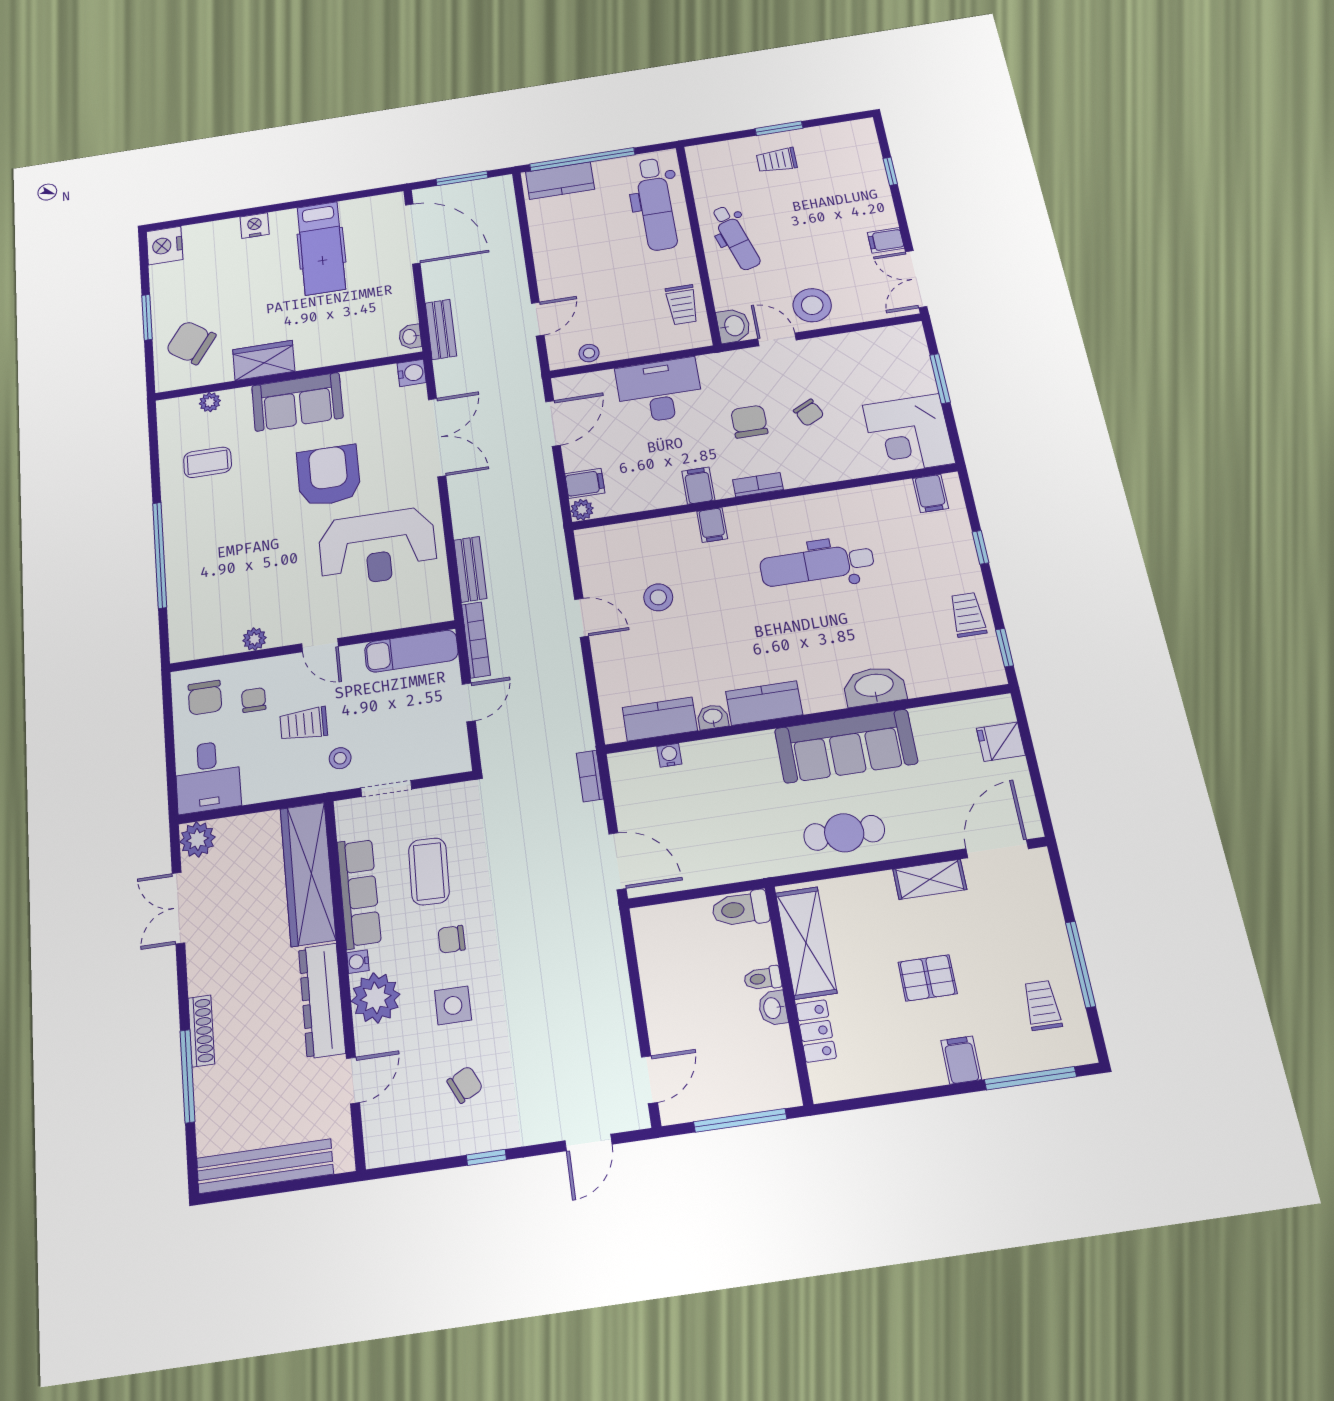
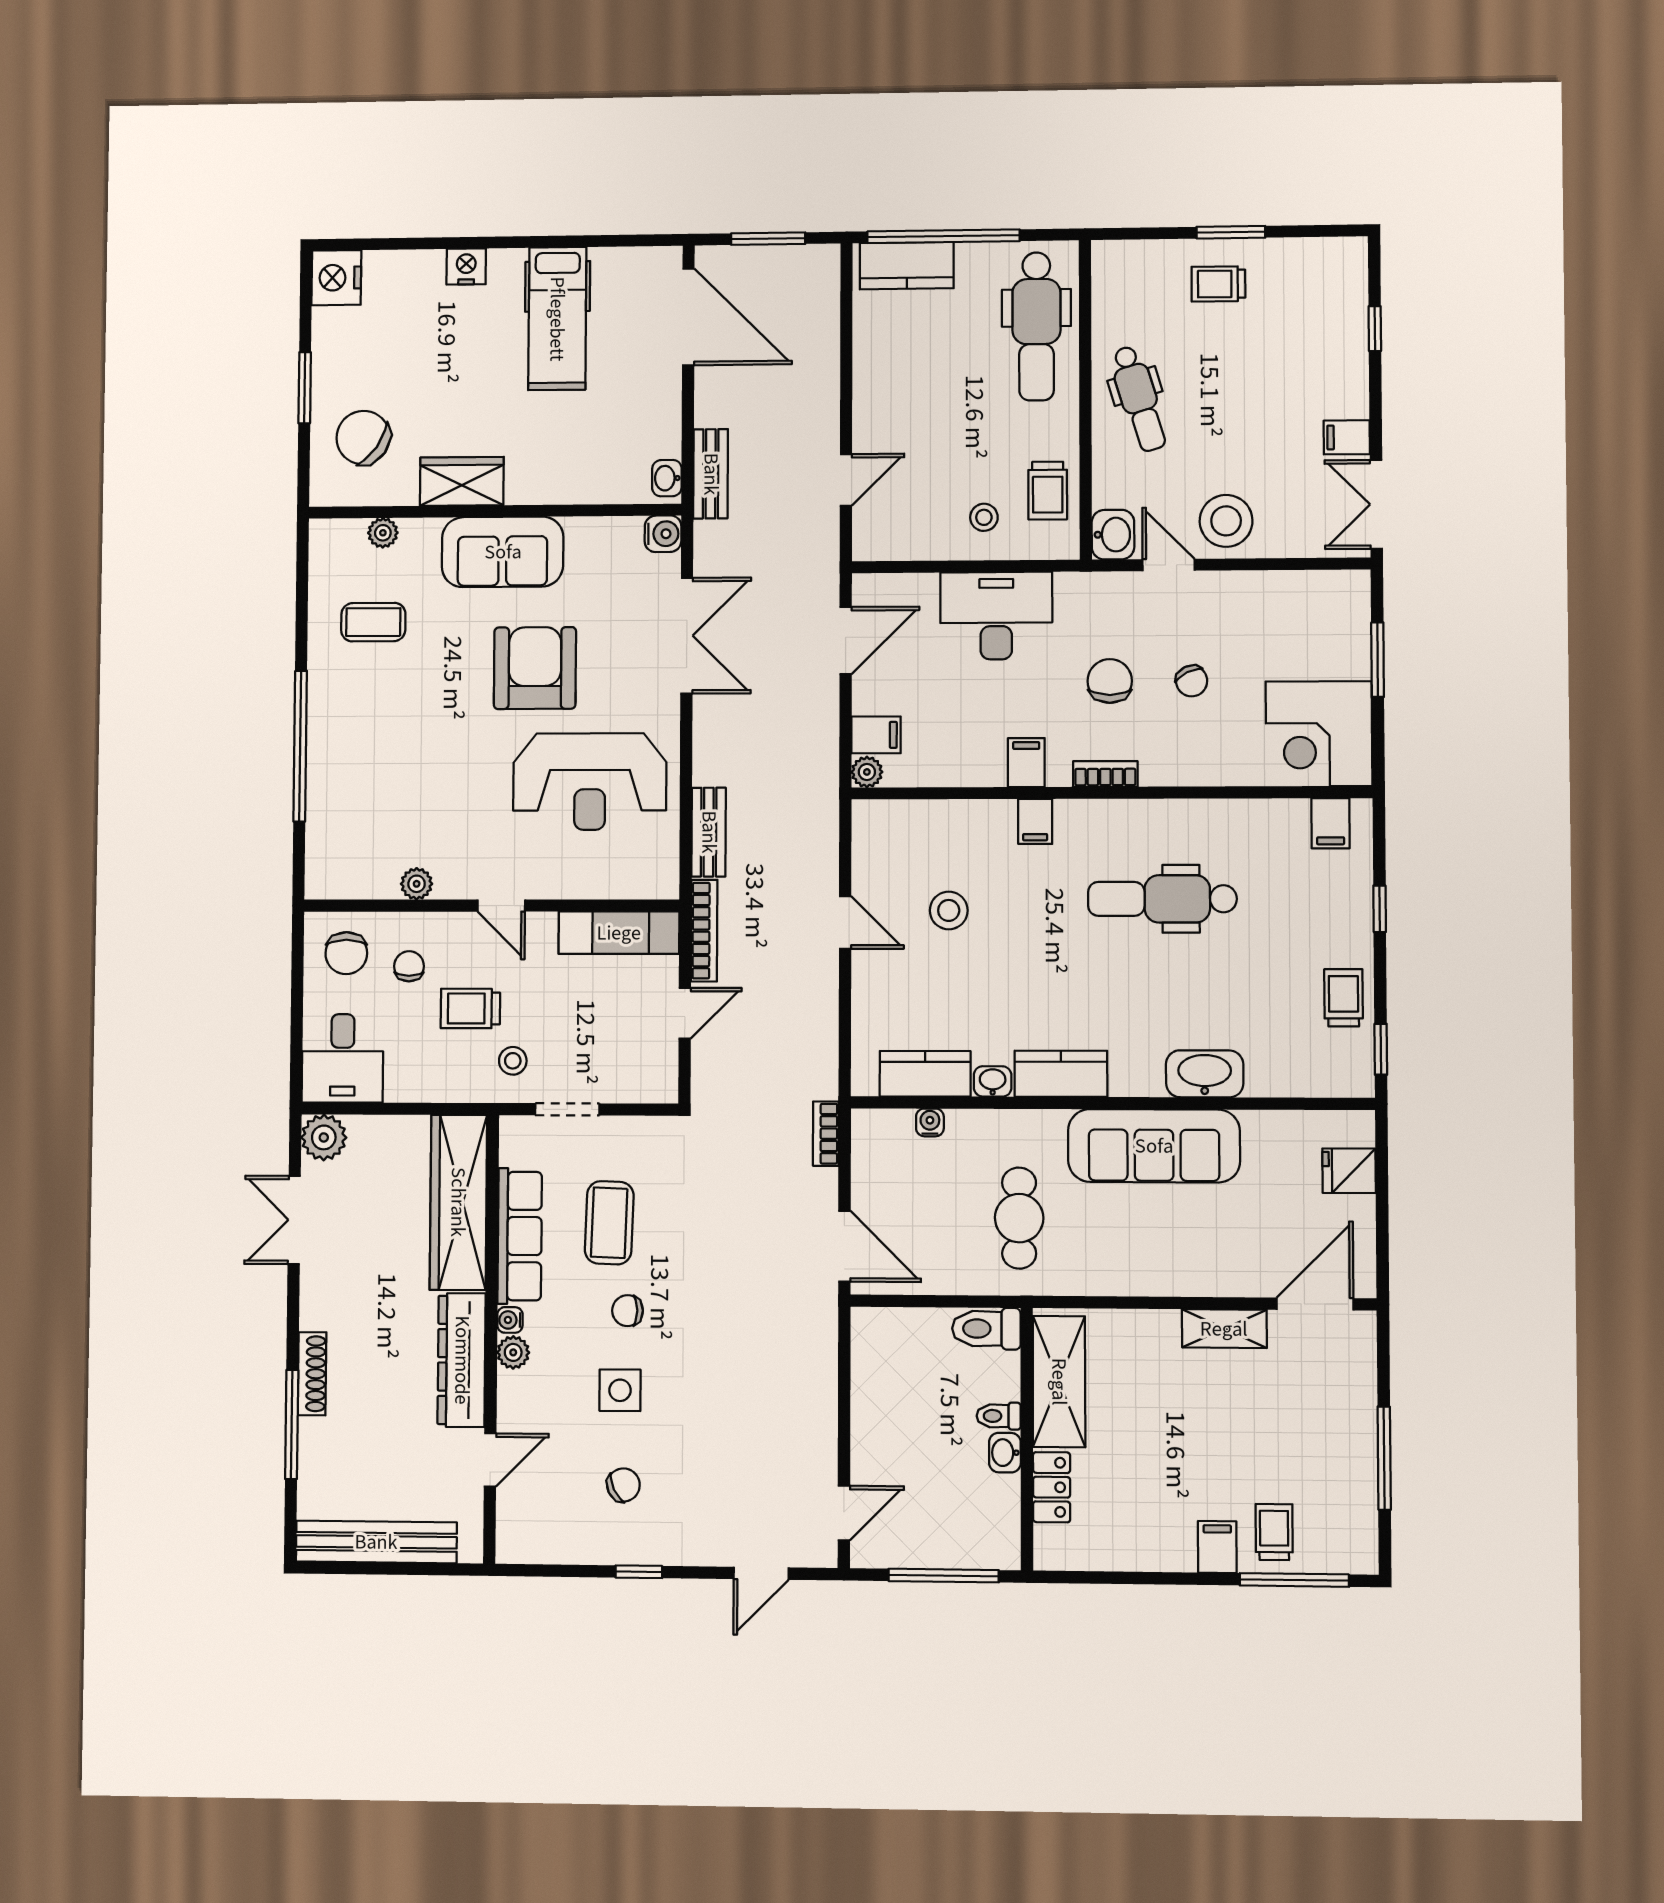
stool: (589, 353) -> (984, 517), moved
cafe table: (844, 833) -> (1019, 1218), moved, turned 90
pallet: (928, 978) -> (1197, 1446), removed
plant: (376, 998) -> (513, 1352), width x0.53, depth x0.53
trolley: (1042, 1005) -> (1274, 1532), moved

